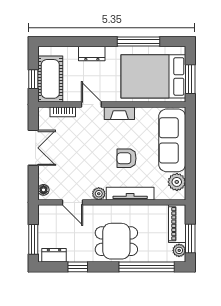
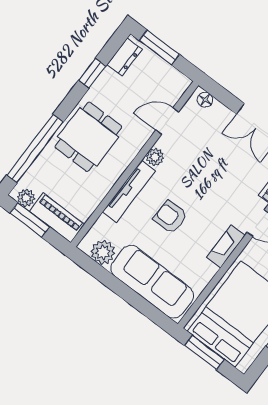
armchair: (127, 158) -> (170, 217), turned -90

